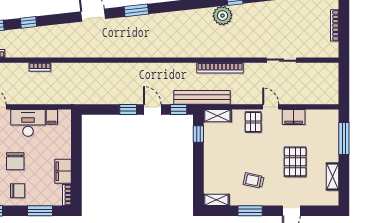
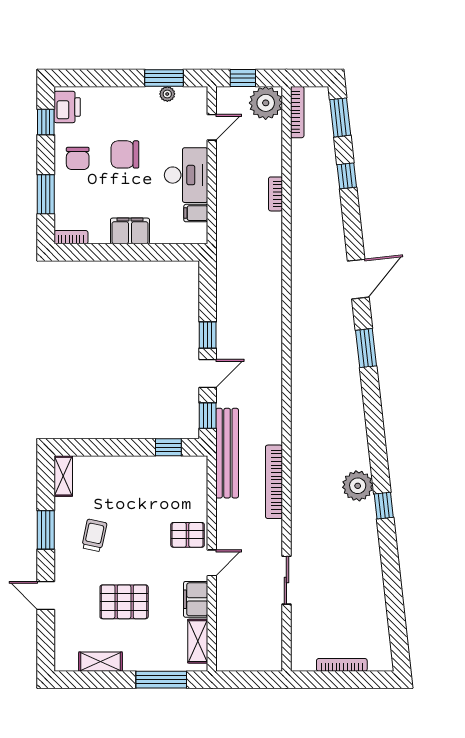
shelving: (217, 116) -> (198, 641), moved
filing cabinet: (63, 171) -> (130, 231), moved

